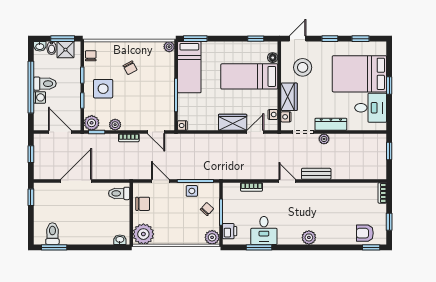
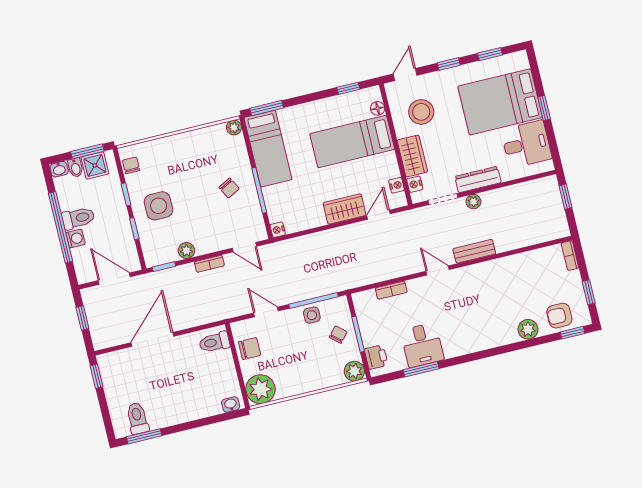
chair: (130, 68) -> (229, 188), moved
plant: (92, 123) -> (154, 256), removed
plant: (309, 237) -> (528, 329), moved

